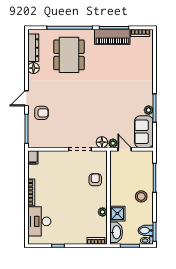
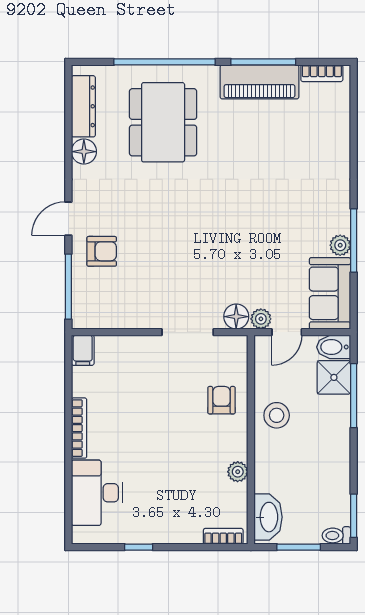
door: (125, 149) -> (287, 332), swing flipped
stool: (141, 196) -> (277, 415), moved
shower: (117, 214) -> (334, 377), moved
bidet: (146, 230) -> (334, 347), moved

